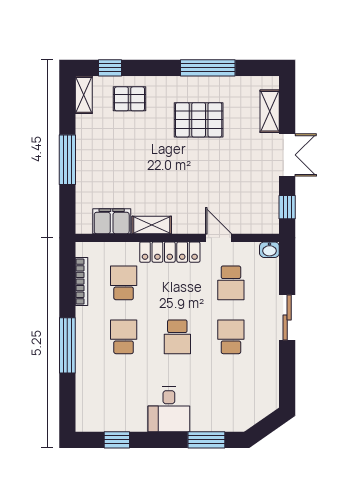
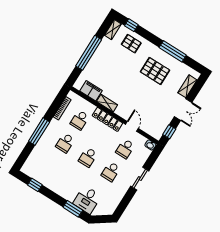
window: (67, 160) -> (89, 53), width x1.46
school desk: (124, 283) -> (80, 120), turned 180
school desk: (124, 337) -> (65, 143), turned 180
school desk: (231, 337) -> (111, 172), turned 180
desk: (169, 409) -> (87, 200), moved

